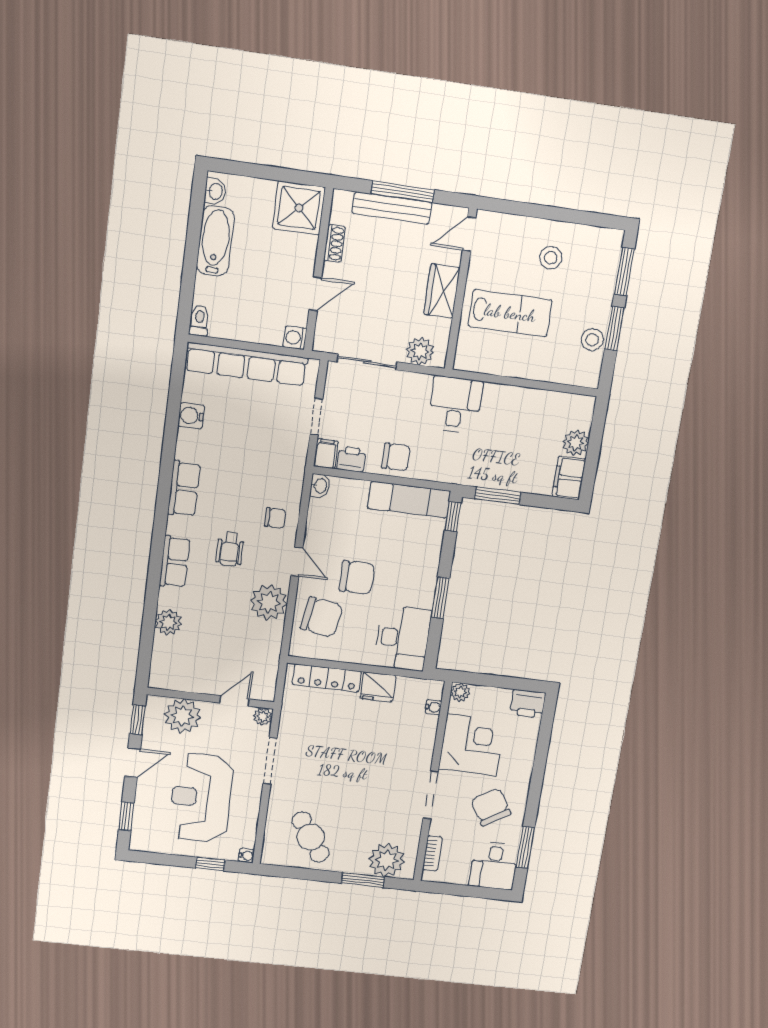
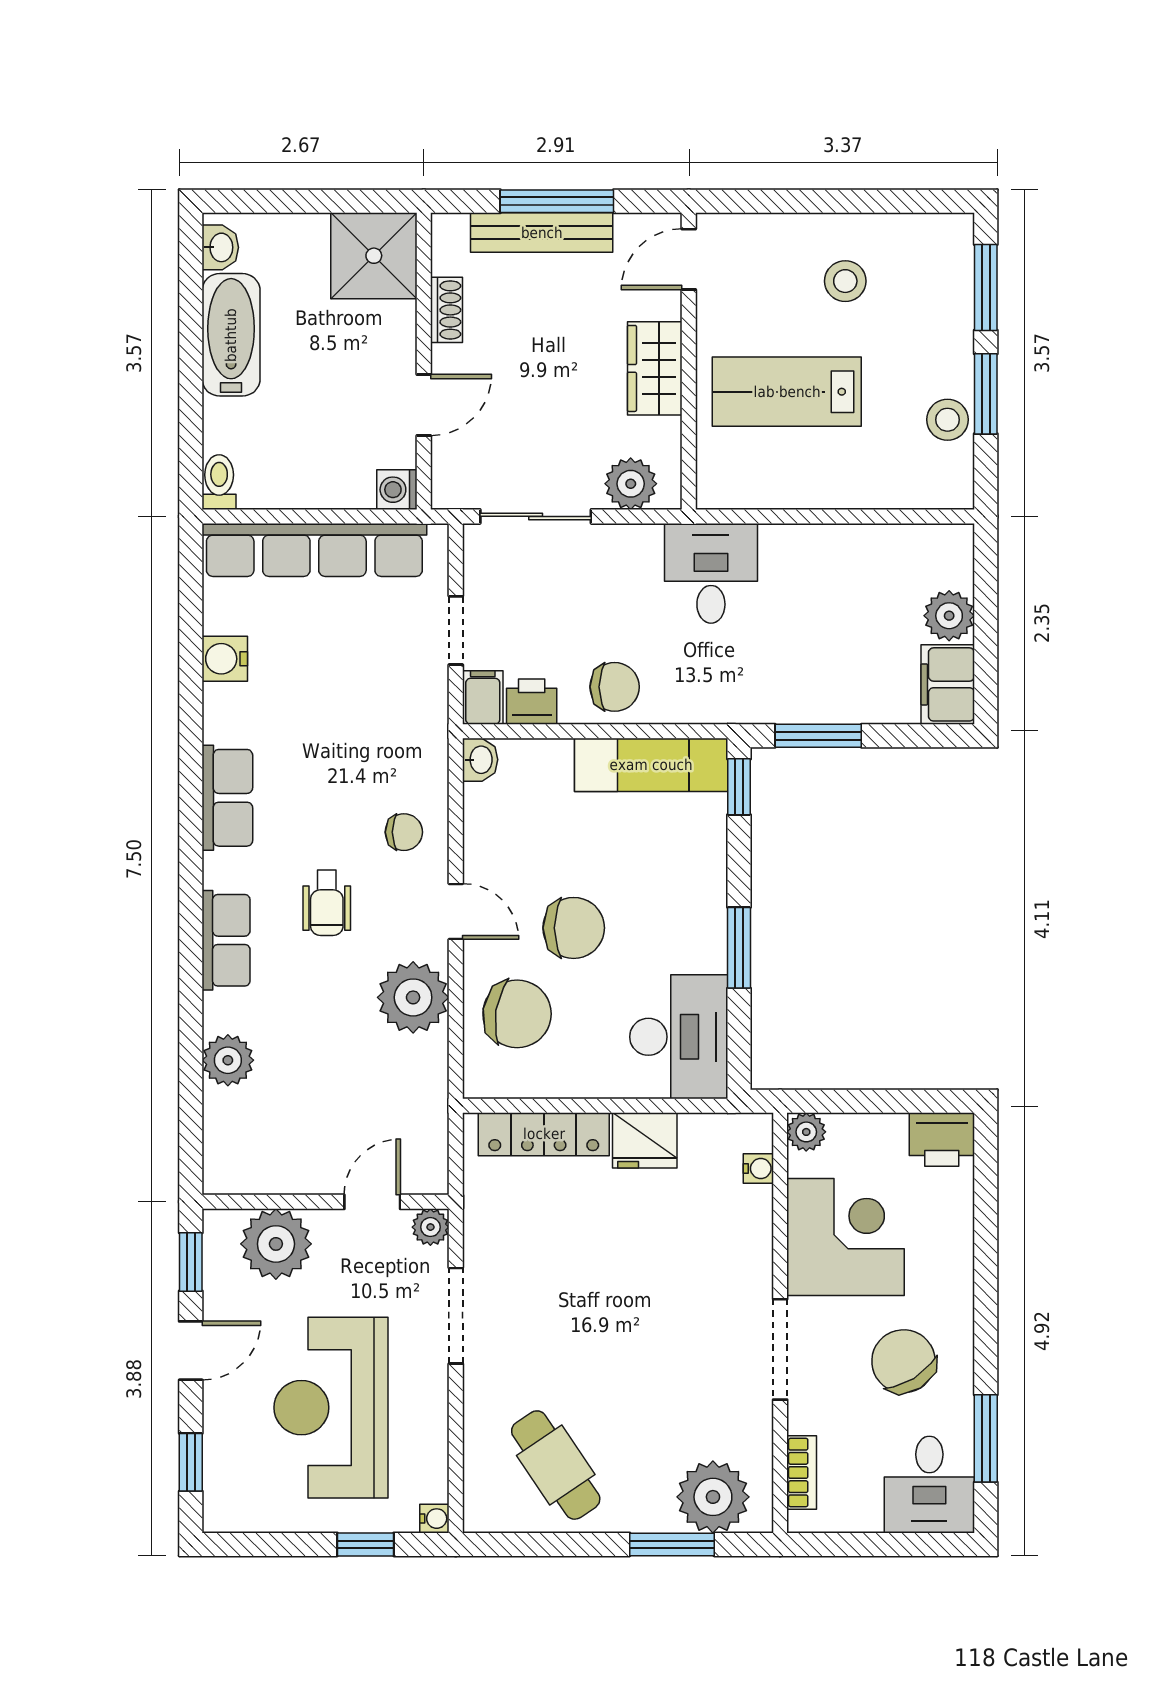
lab bench: (510, 313) -> (787, 392), turned 180

